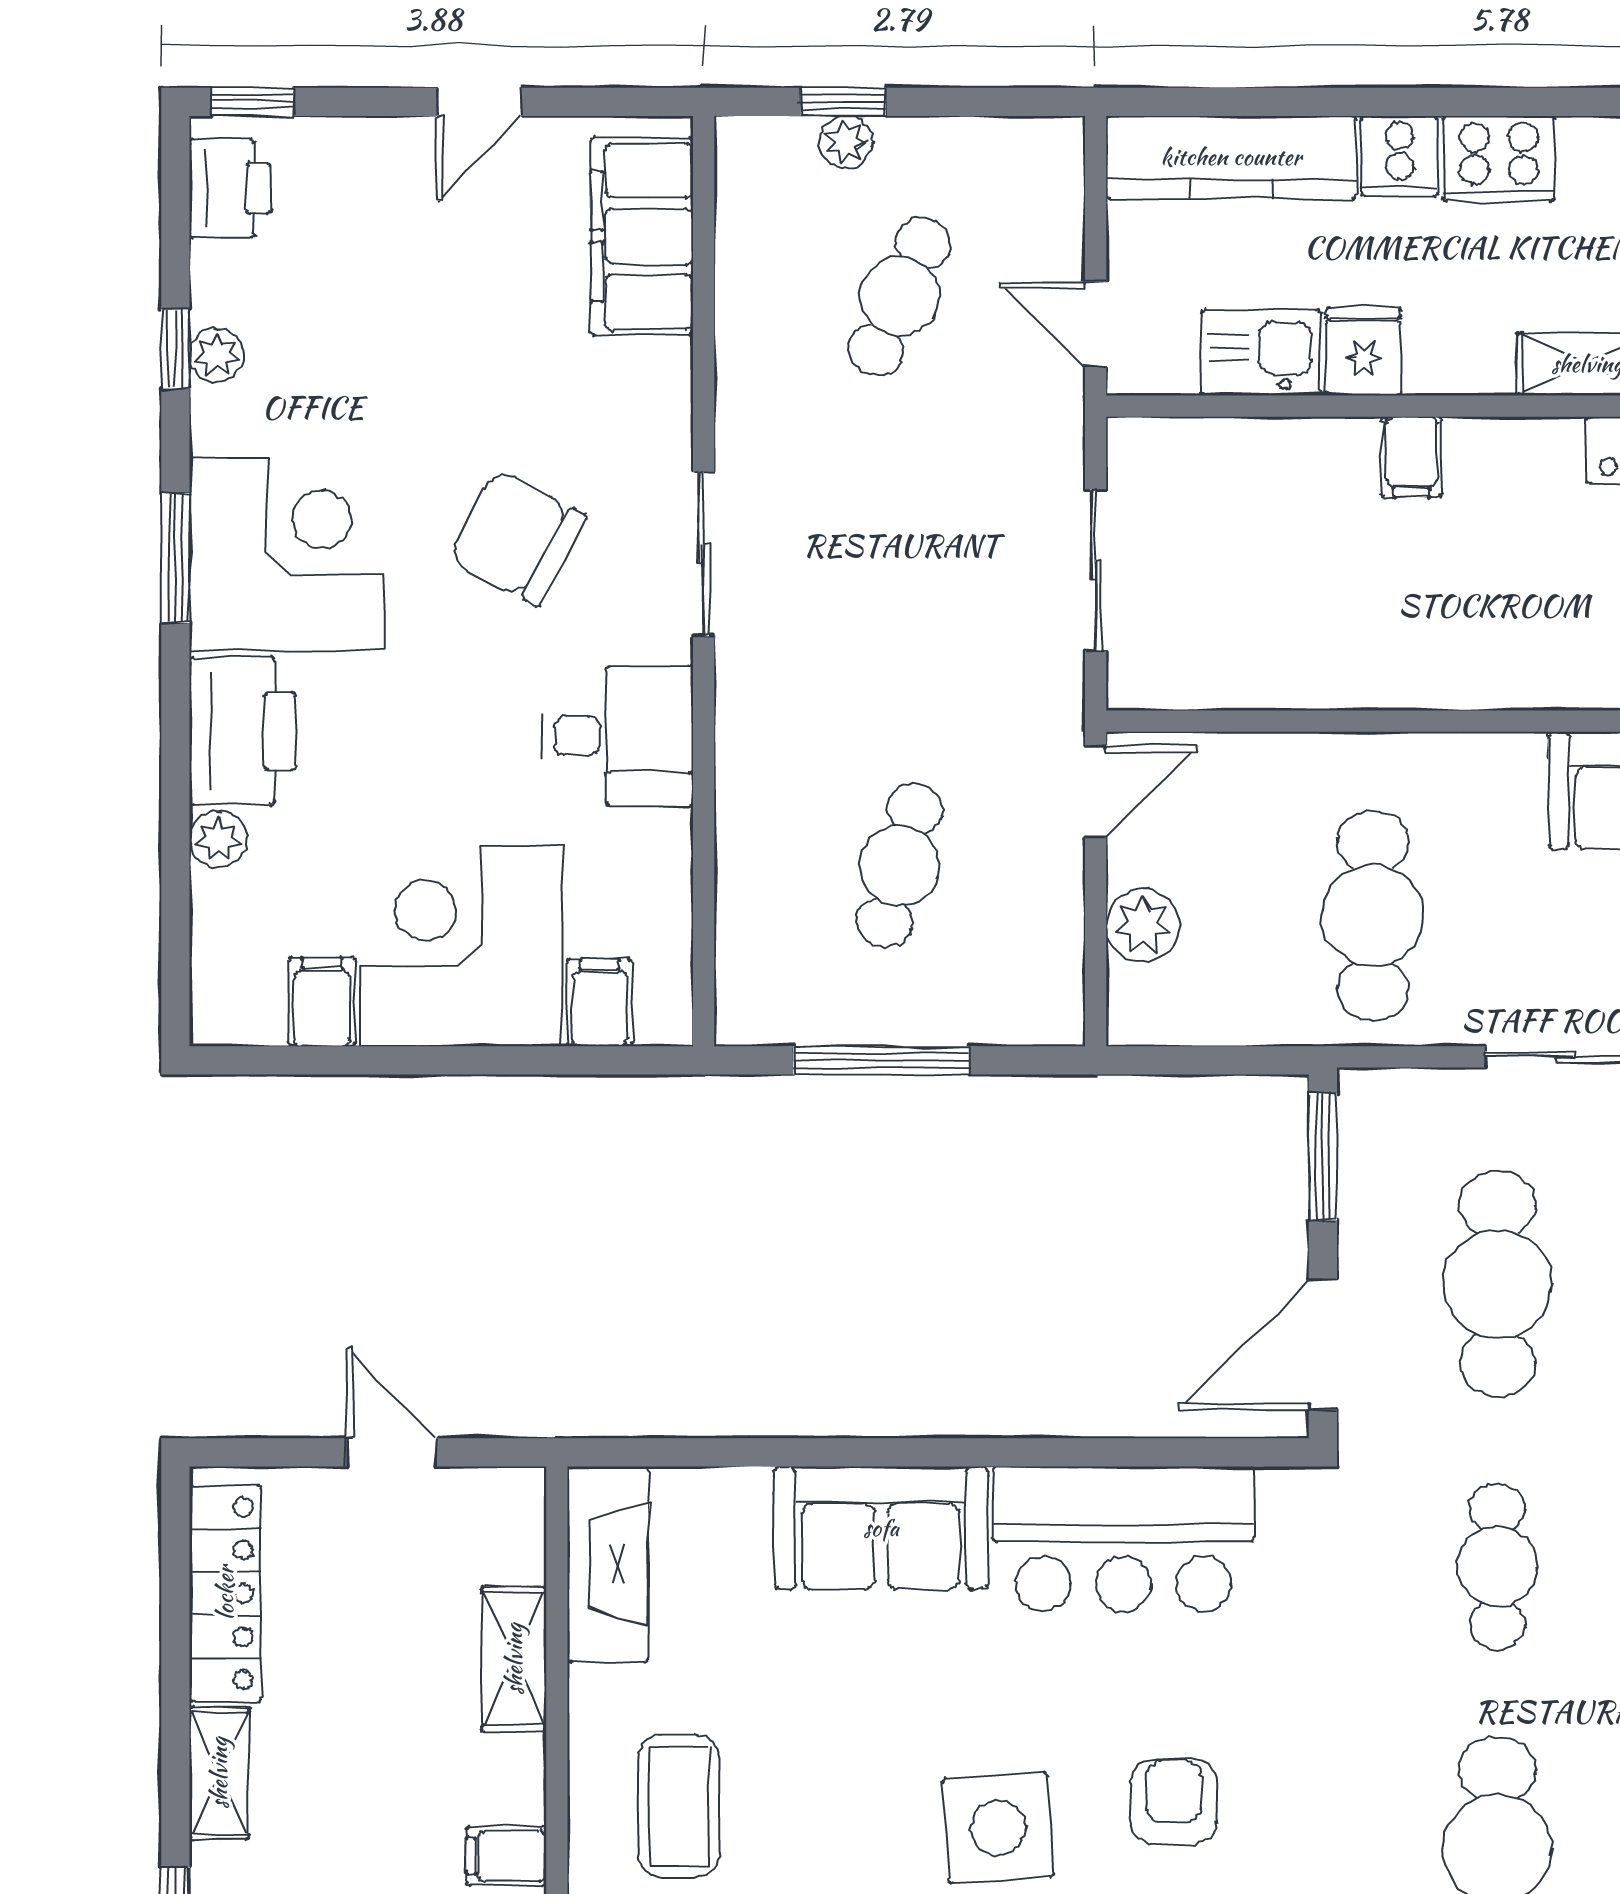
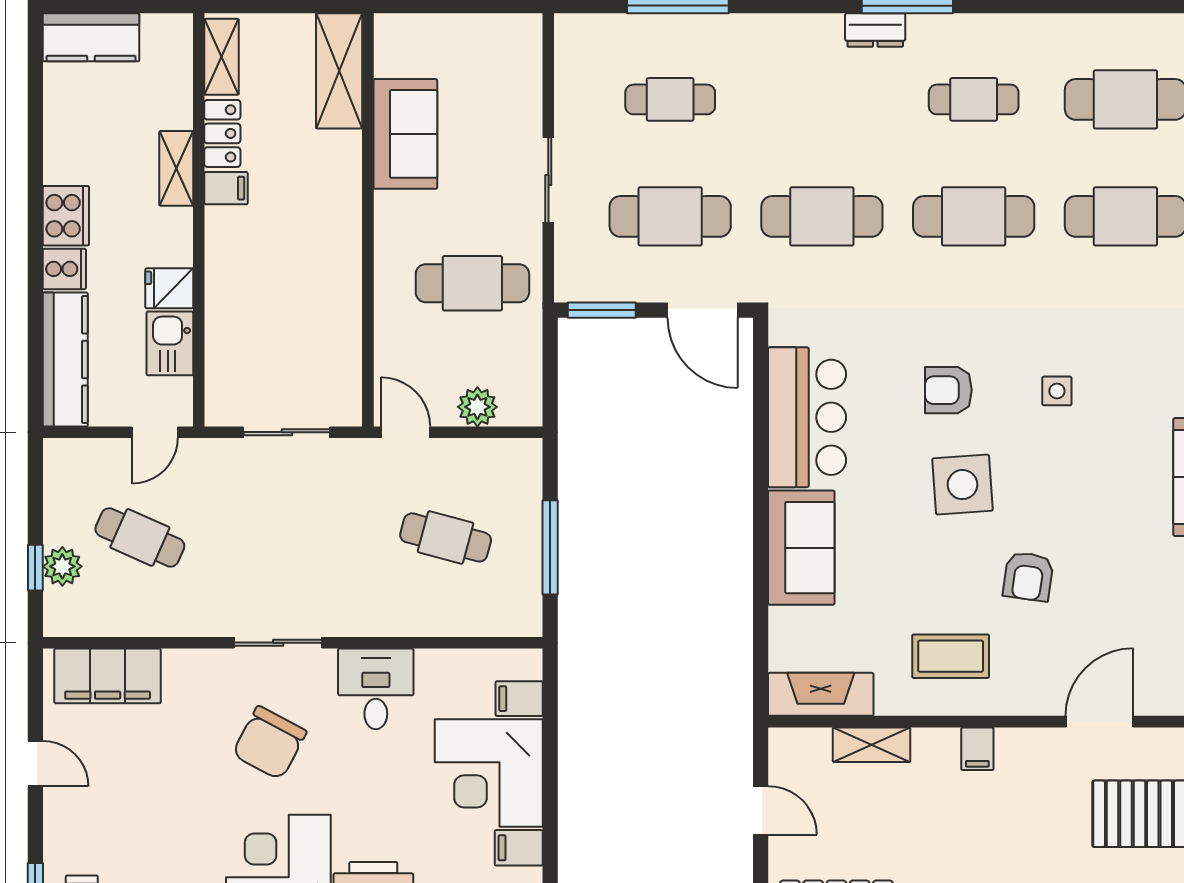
plant: (846, 142) -> (62, 566), width x1.38, depth x1.38
filing cabinet: (1412, 457) -> (226, 188), moved
door: (392, 1452) -> (761, 810), swing flipped
cafe table: (1497, 1566) -> (822, 216), width x1.37, depth x1.35

